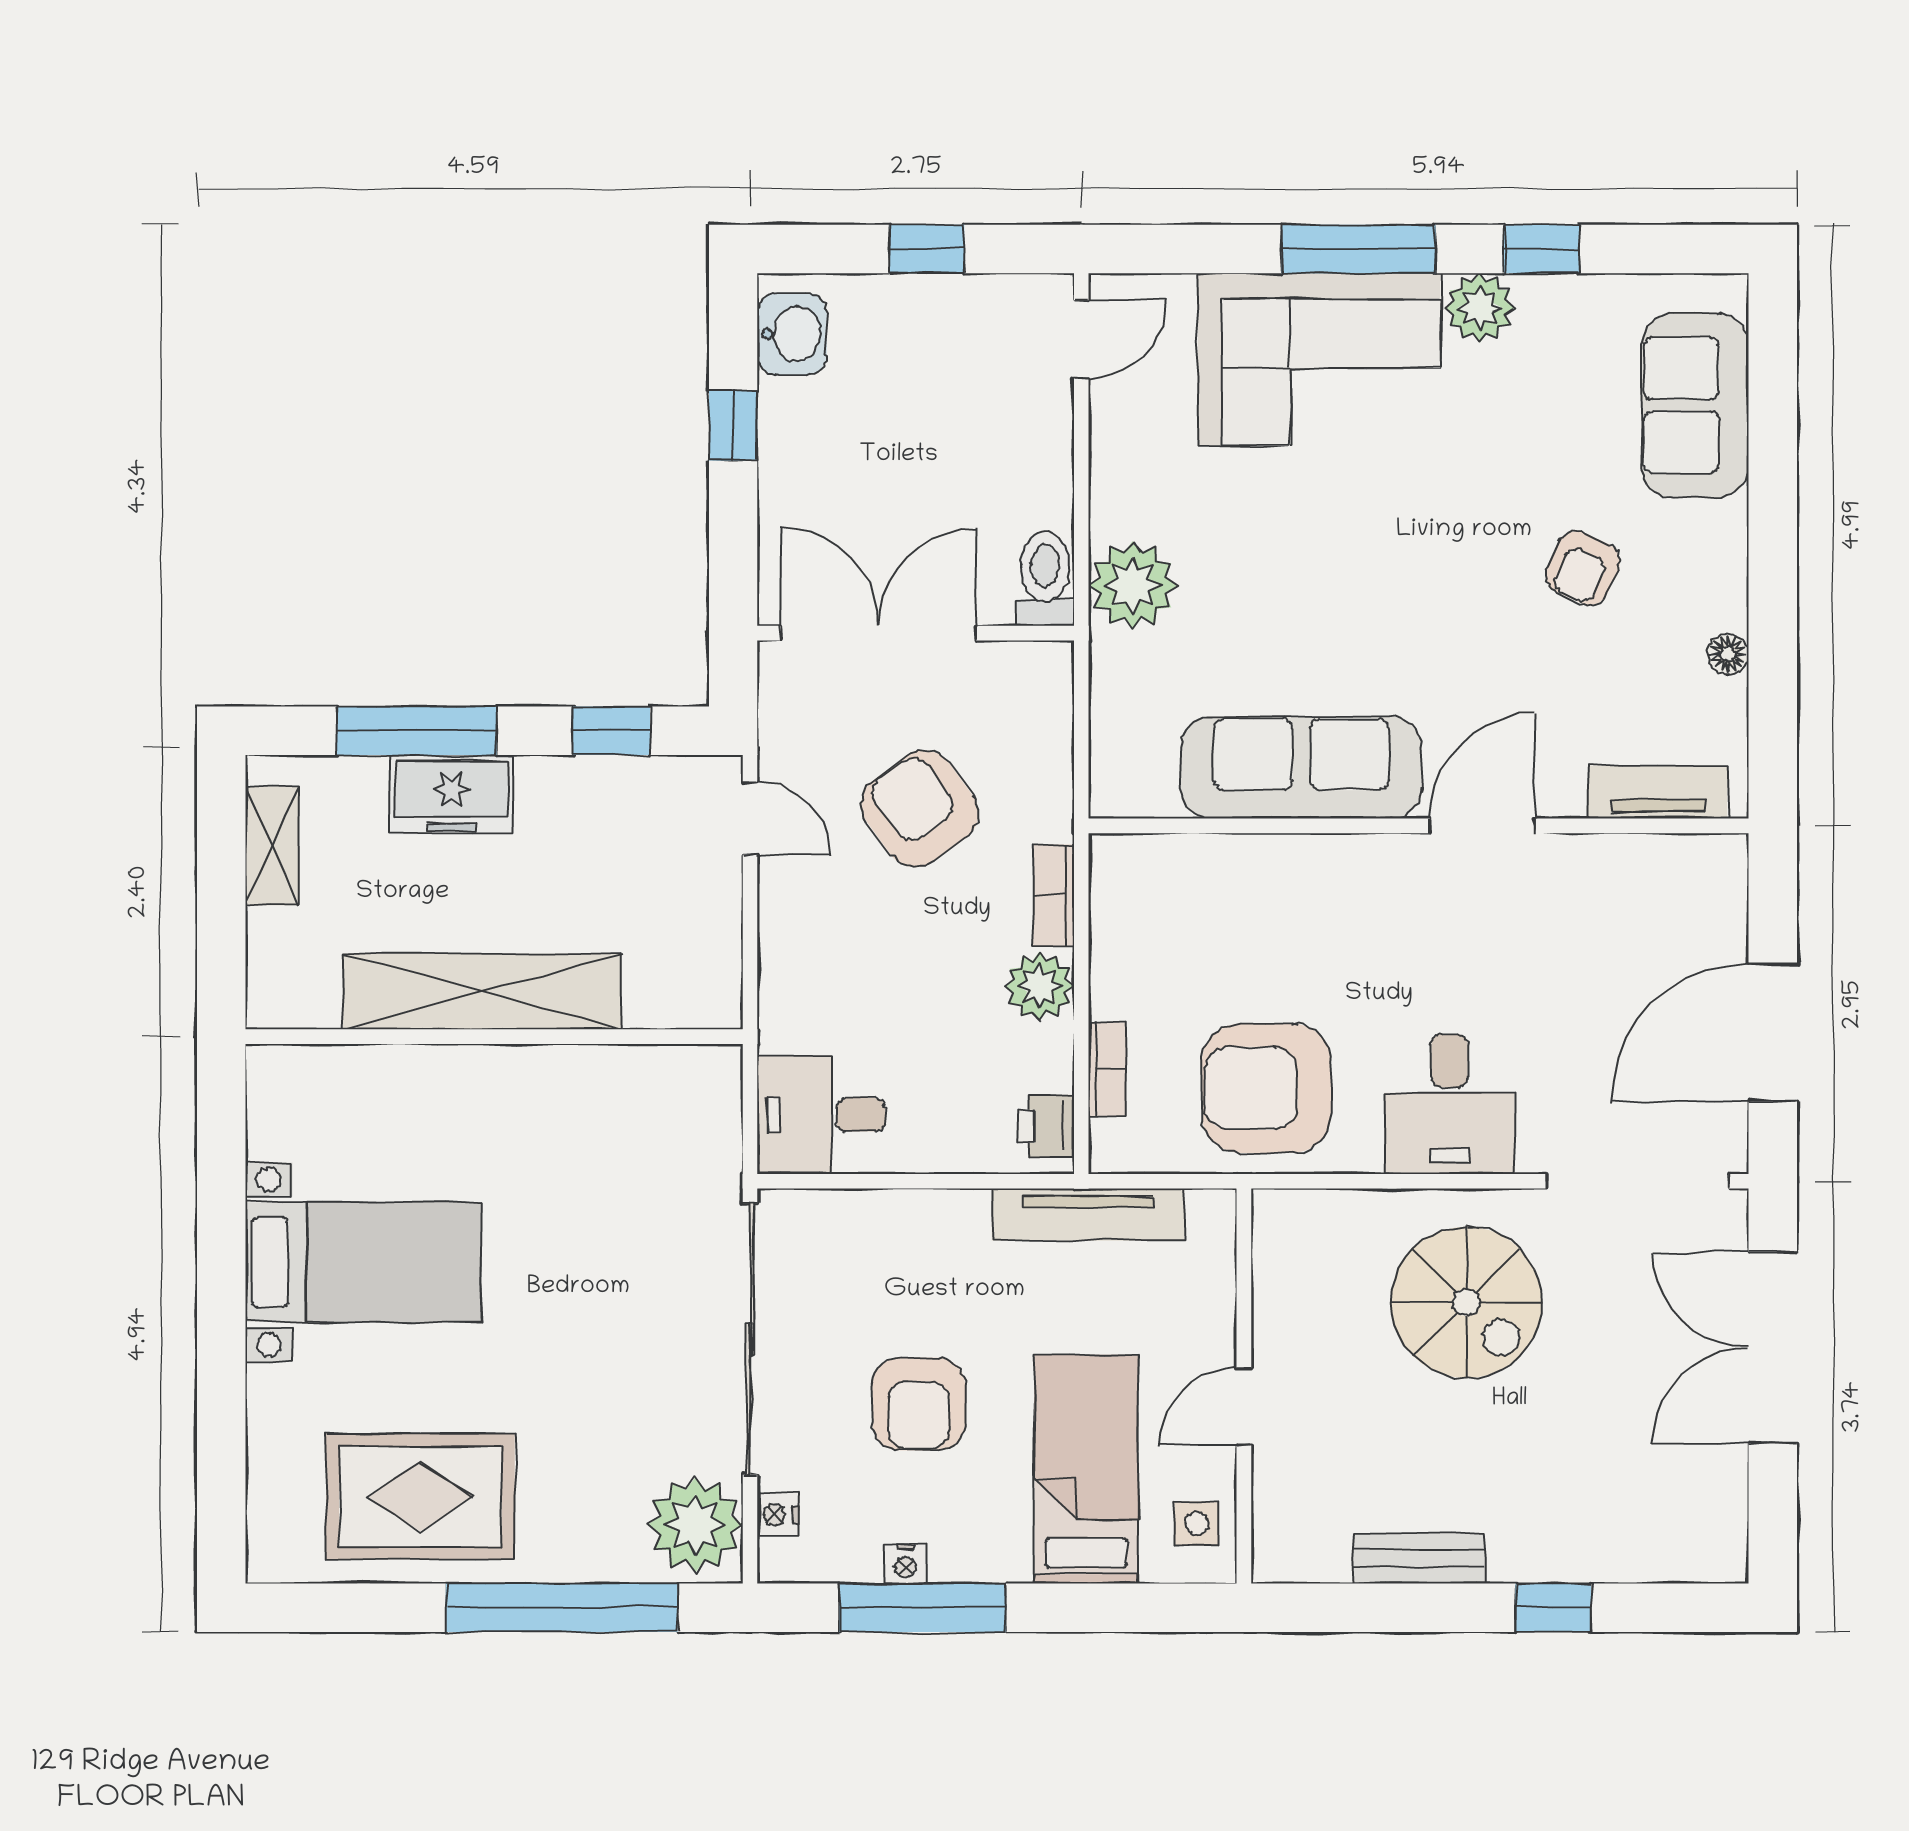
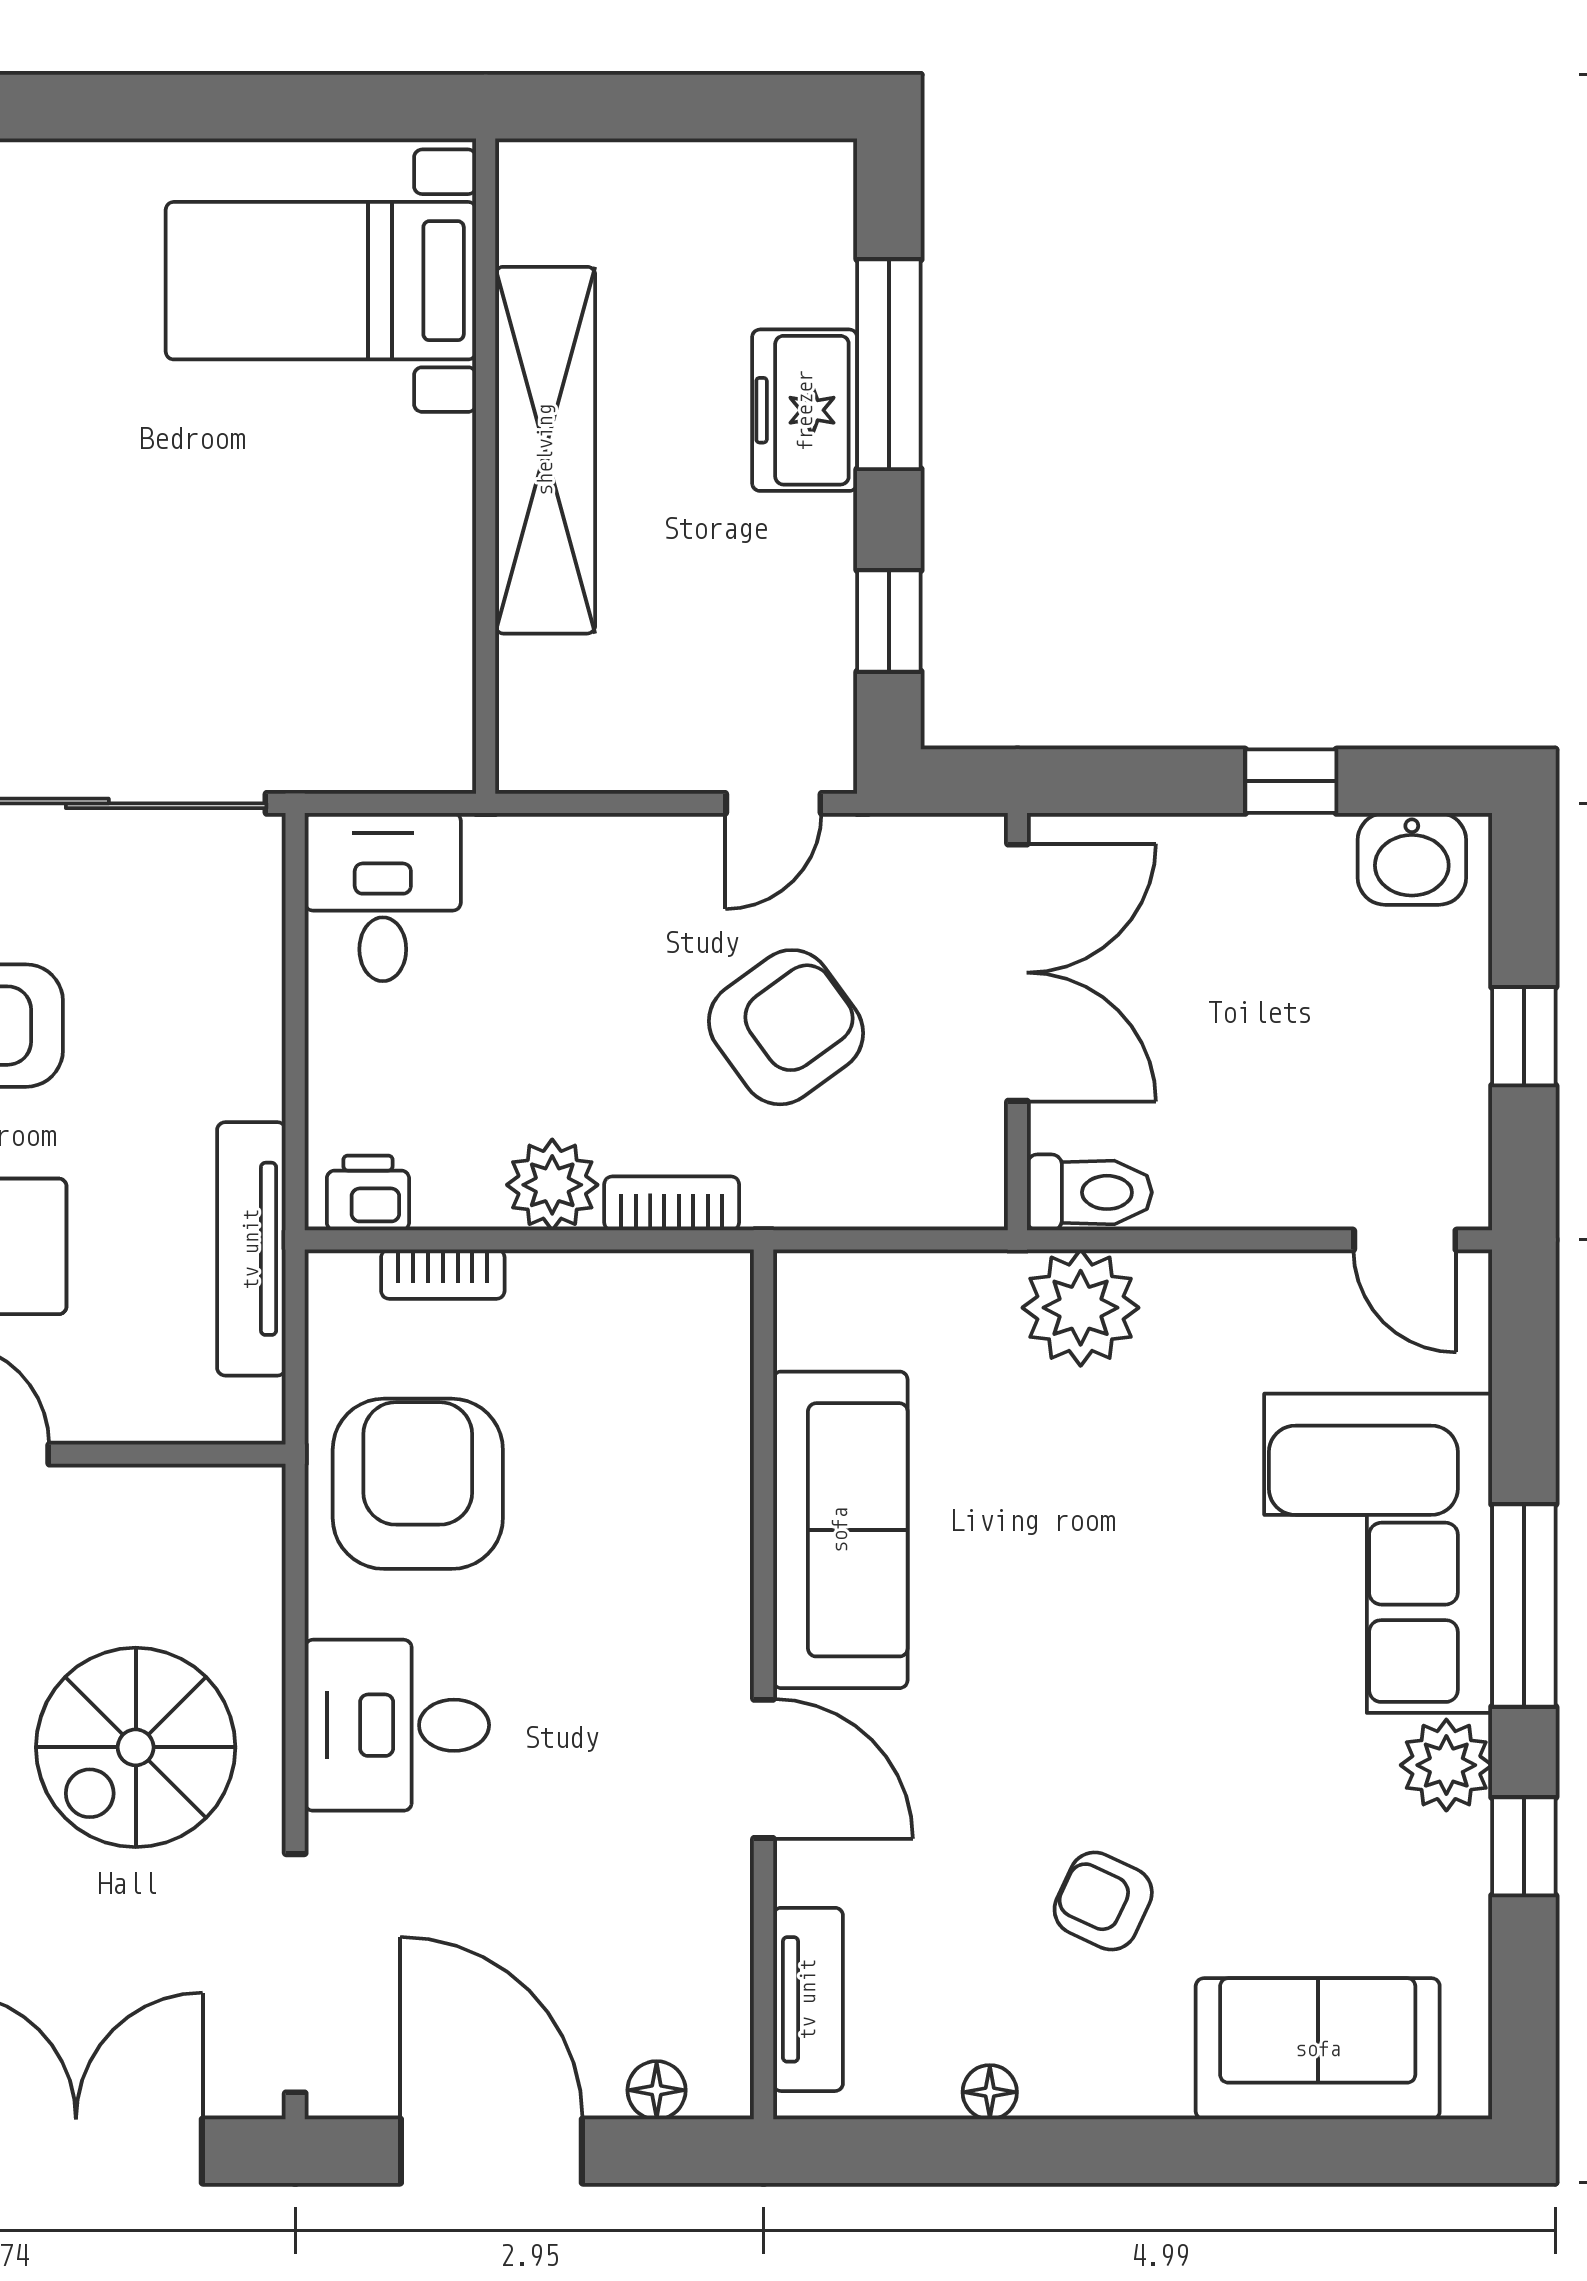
shelving: (272, 846) -> (737, 174), removed
floor lamp: (1727, 907) -> (657, 2090), added
bed with nightstands: (363, 1262) -> (321, 281), moved, turned 90

